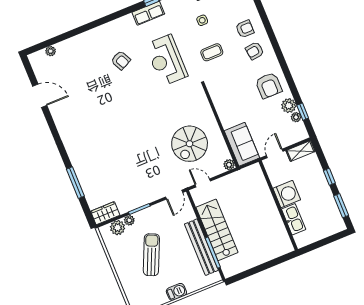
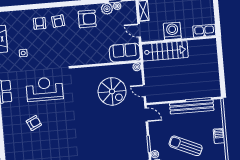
coffee table: (212, 52) -> (49, 53), removed
reception desk: (166, 60) -> (45, 89), turned 180
door: (203, 183) -> (144, 91), hinge flipped
kitchen sink: (294, 219) -> (204, 31), moved
stairs: (217, 230) -> (165, 51), moved, turned 180

